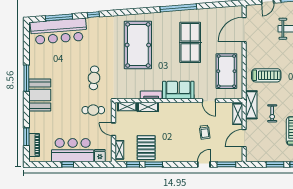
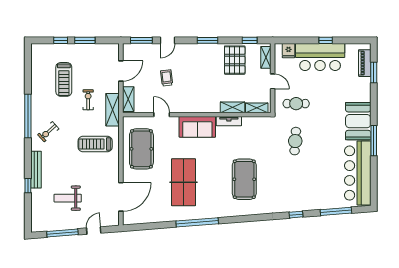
bar counter: (59, 31) -> (358, 173), moved, turned -85
pool table: (138, 45) -> (244, 179), width x0.73, depth x0.76
window: (154, 164) -> (207, 40), moved

